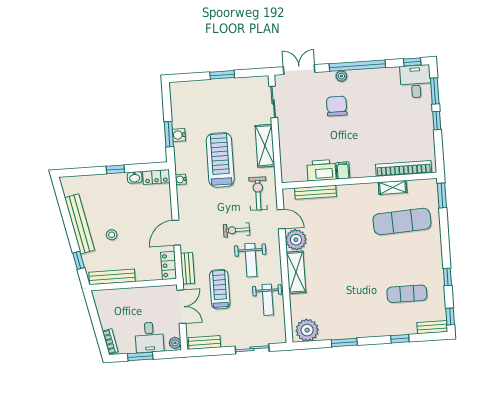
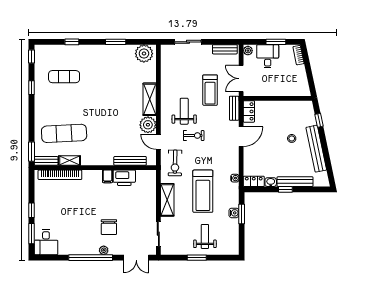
window: (412, 62) -> (47, 258), removed
bench: (112, 277) -> (295, 182), moved
weight bench: (268, 300) -> (205, 236), moved
bench: (432, 327) -> (46, 161), moved

